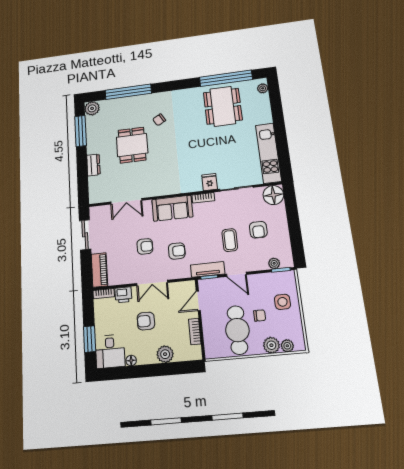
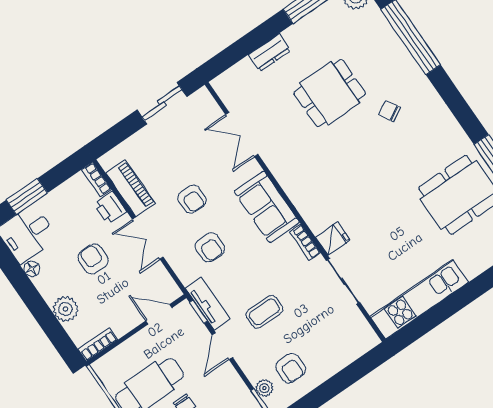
floor lamp: (273, 195) -> (360, 338), removed
armchair: (258, 230) -> (291, 368), moved, turned -90
piano: (99, 270) -> (131, 188), moved, turned -90
bookcase: (195, 332) -> (98, 344), moved

